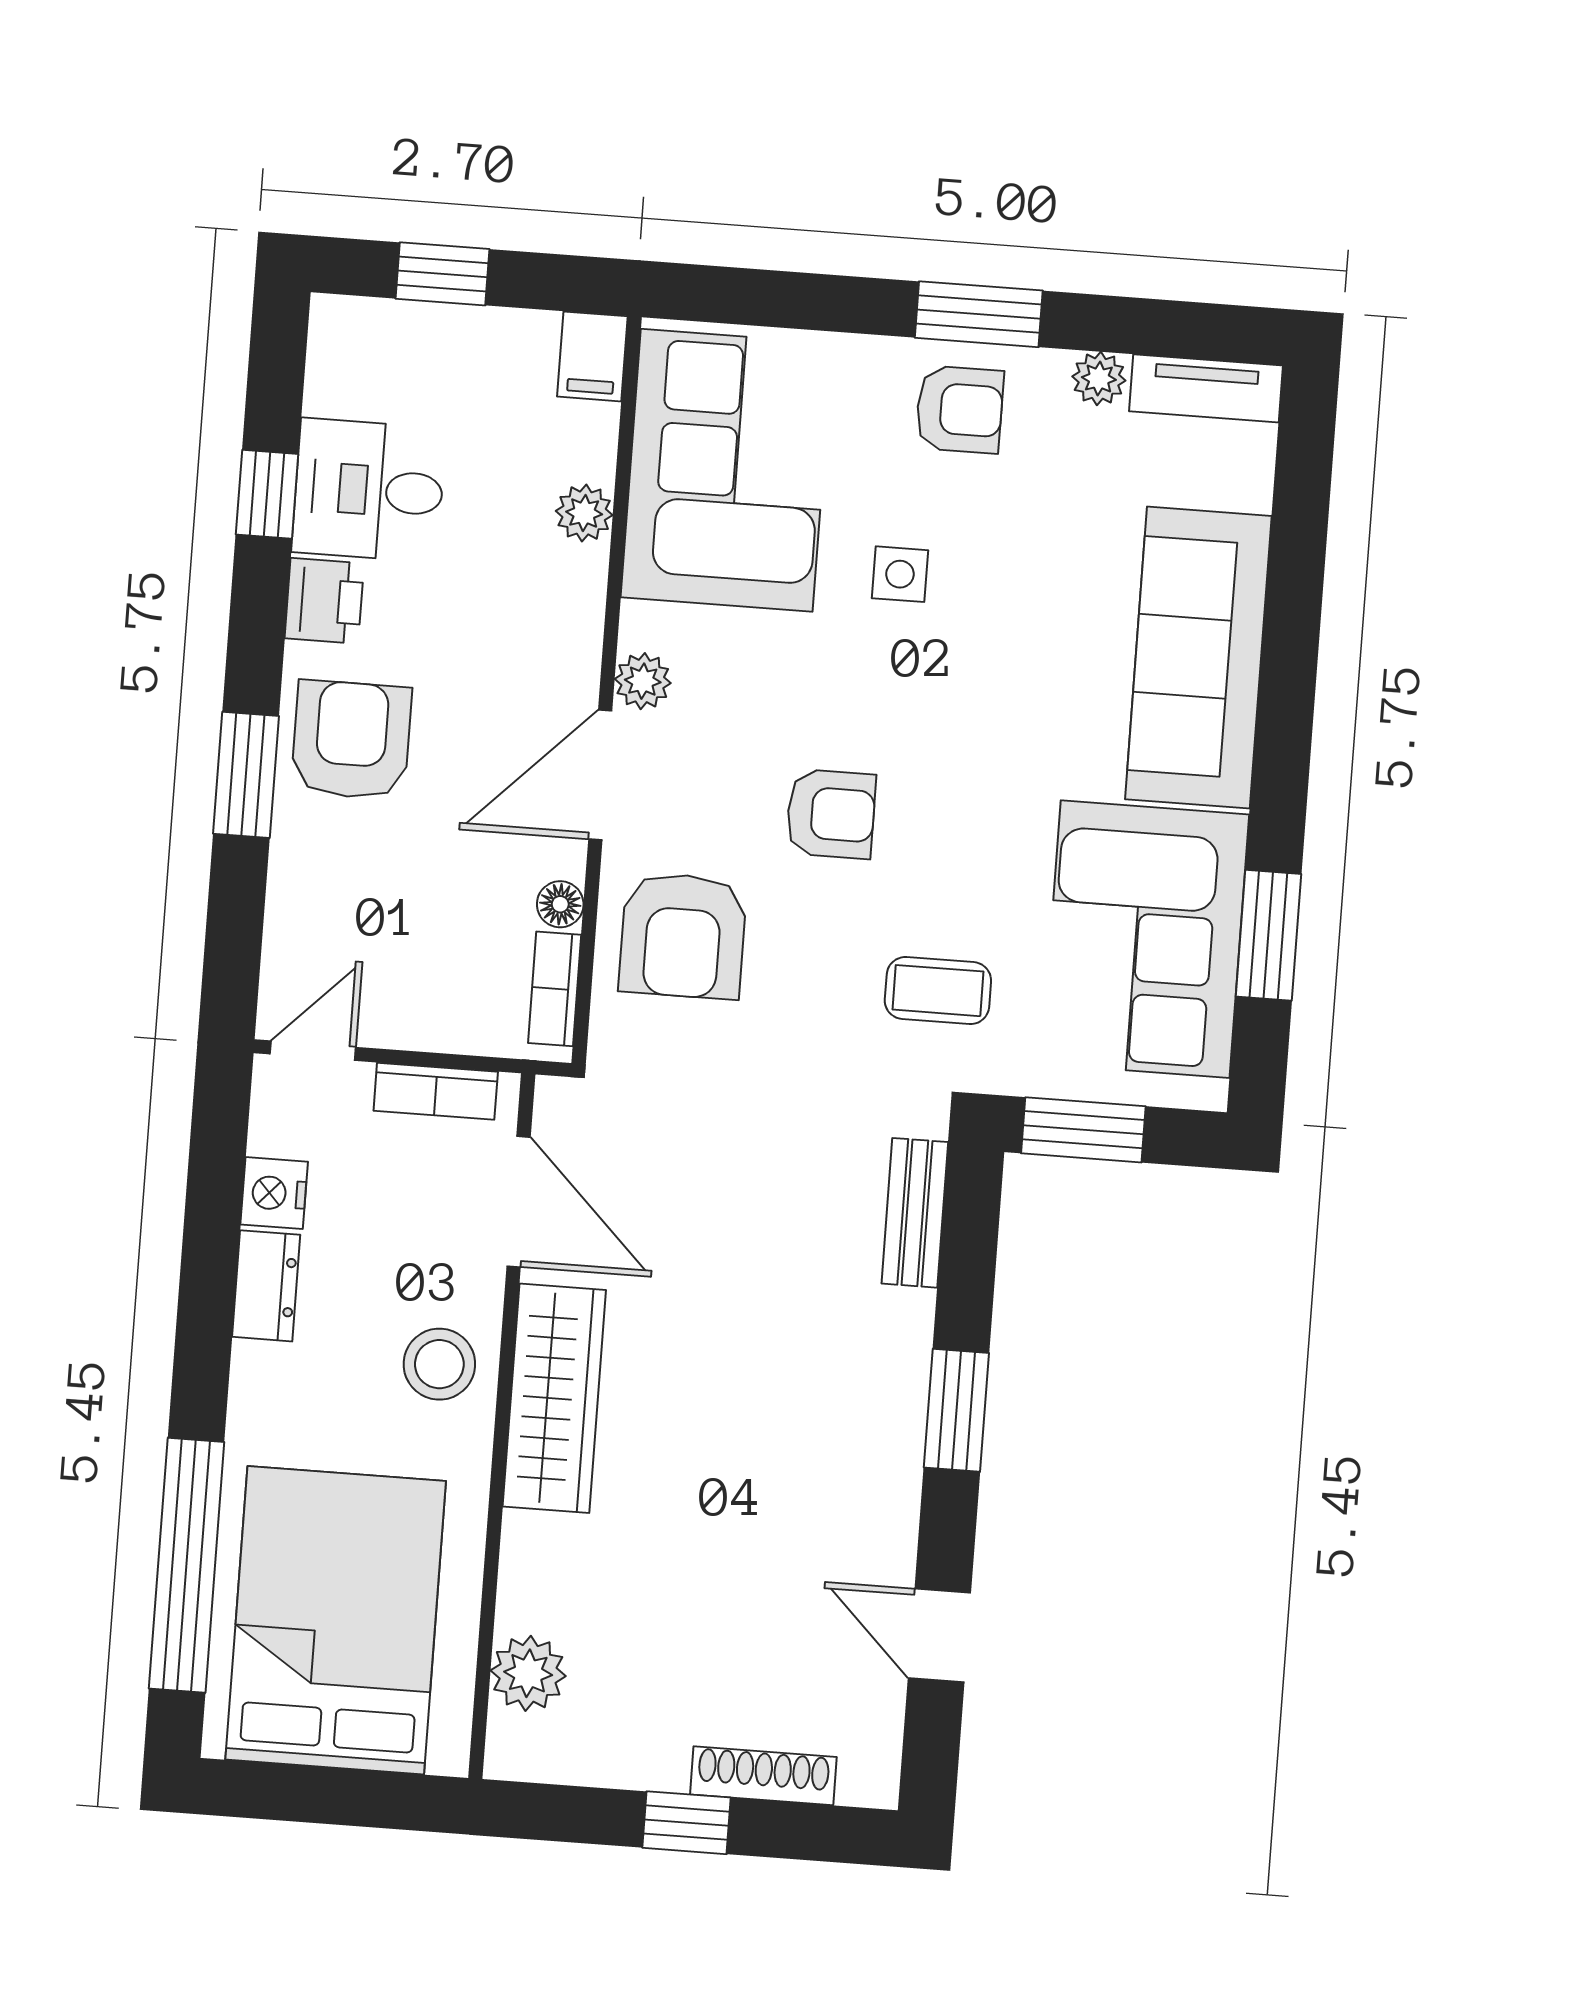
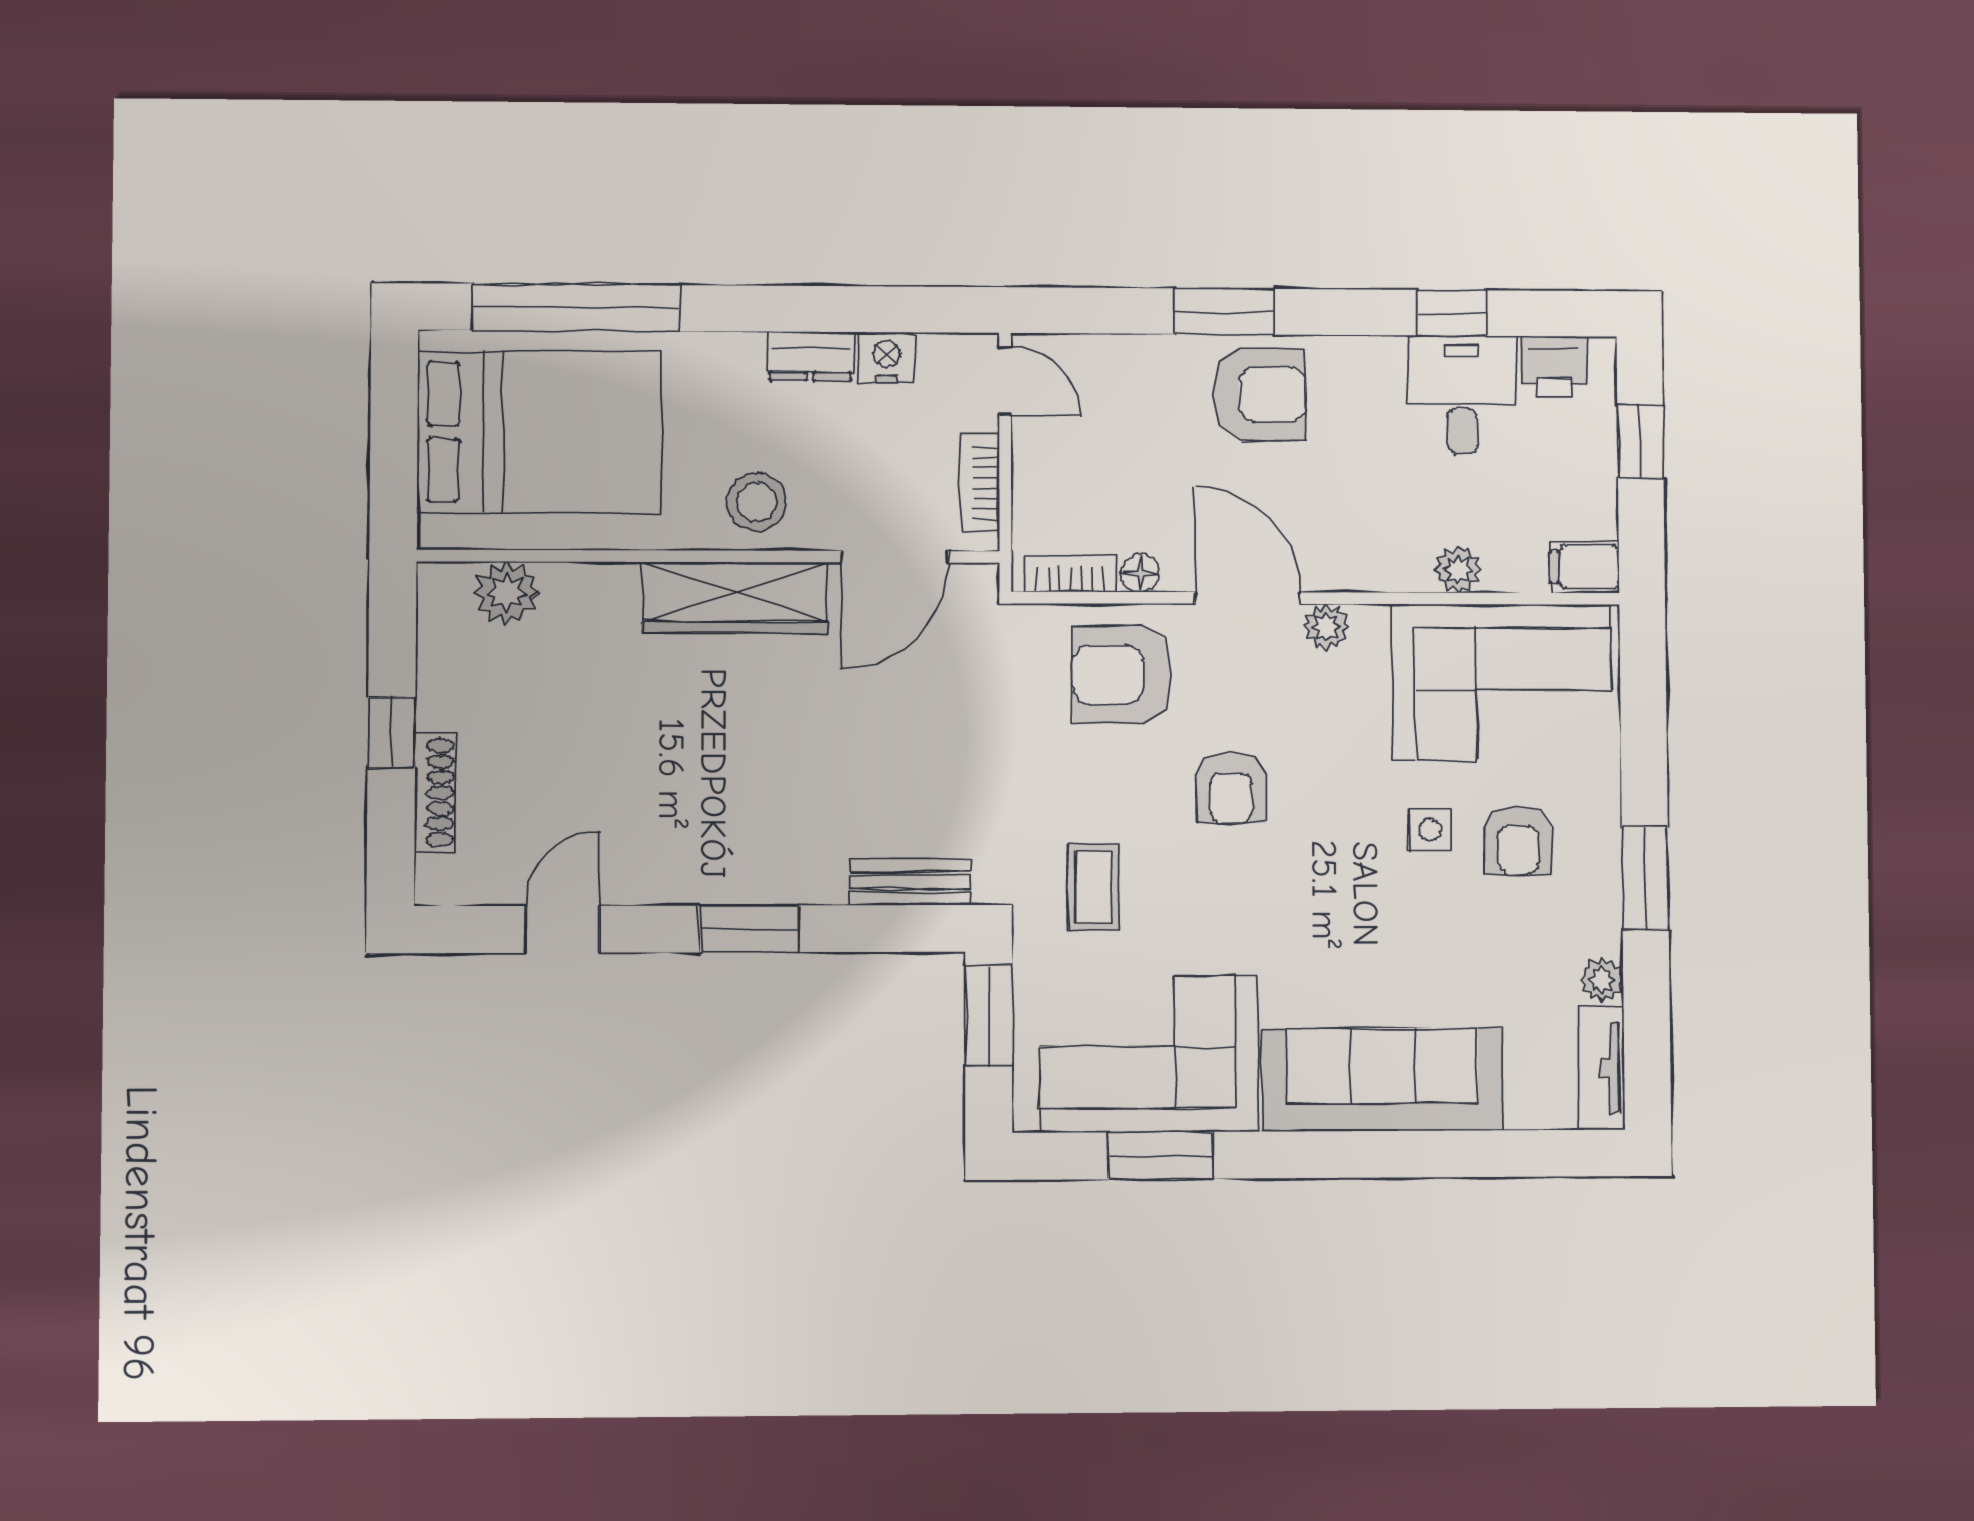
armchair: (959, 409) -> (1518, 840), moved
printer: (324, 601) -> (1553, 366), moved

